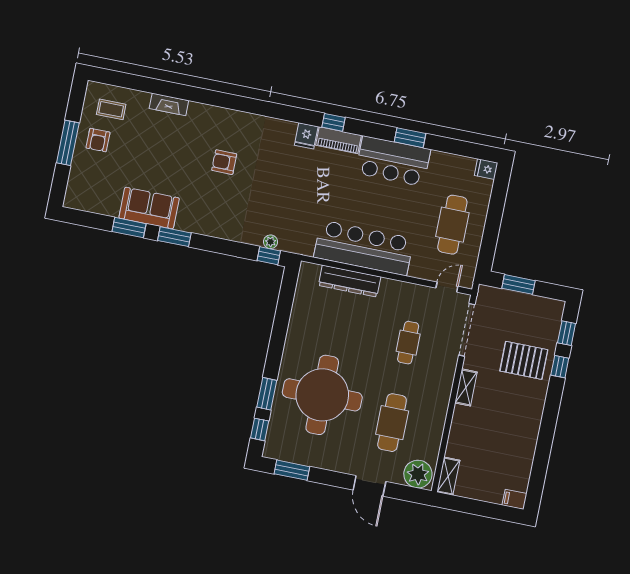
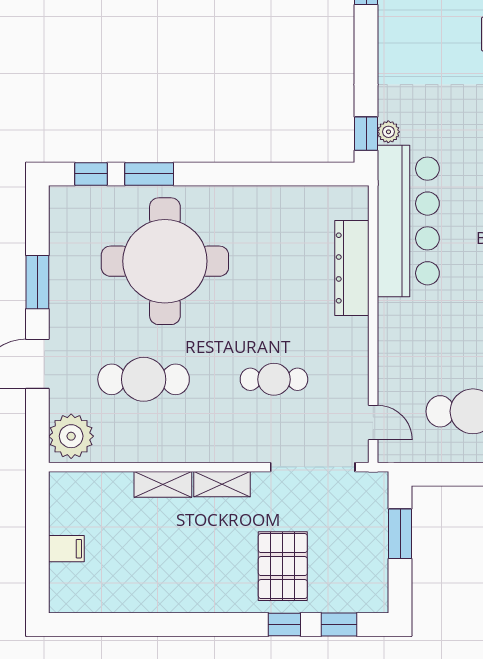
bar counter: (364, 248) -> (408, 221), moved
window: (292, 470) -> (37, 282), moved
shelving: (448, 476) -> (163, 484), moved
filing cabinet: (514, 499) -> (66, 549), moved, turned 90

